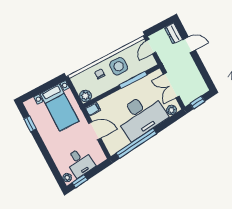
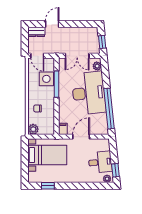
side table: (119, 66) -> (46, 79), moved
plant: (86, 96) -> (33, 129), moved

